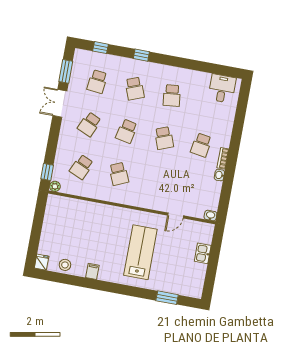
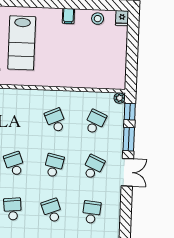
window: (66, 71) -> (129, 139), moved
double door: (60, 103) -> (127, 172), moved

